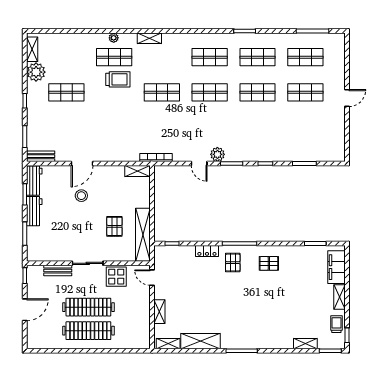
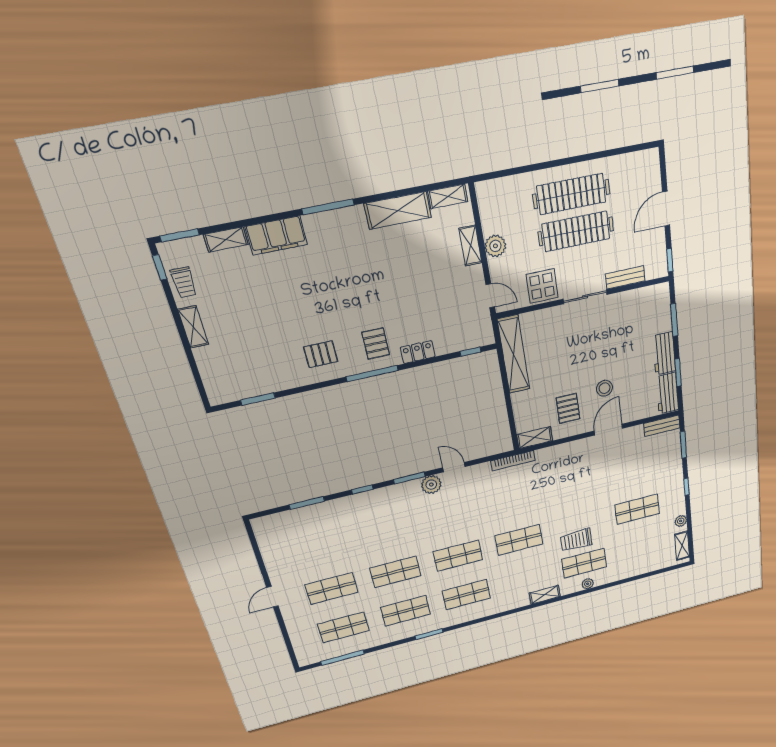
plant: (36, 72) -> (681, 521), width x0.53, depth x0.53
pallet: (114, 226) -> (568, 408), moved
filing cabinet: (337, 267) -> (276, 236), moved, turned 90
plant: (143, 308) -> (495, 246), added

